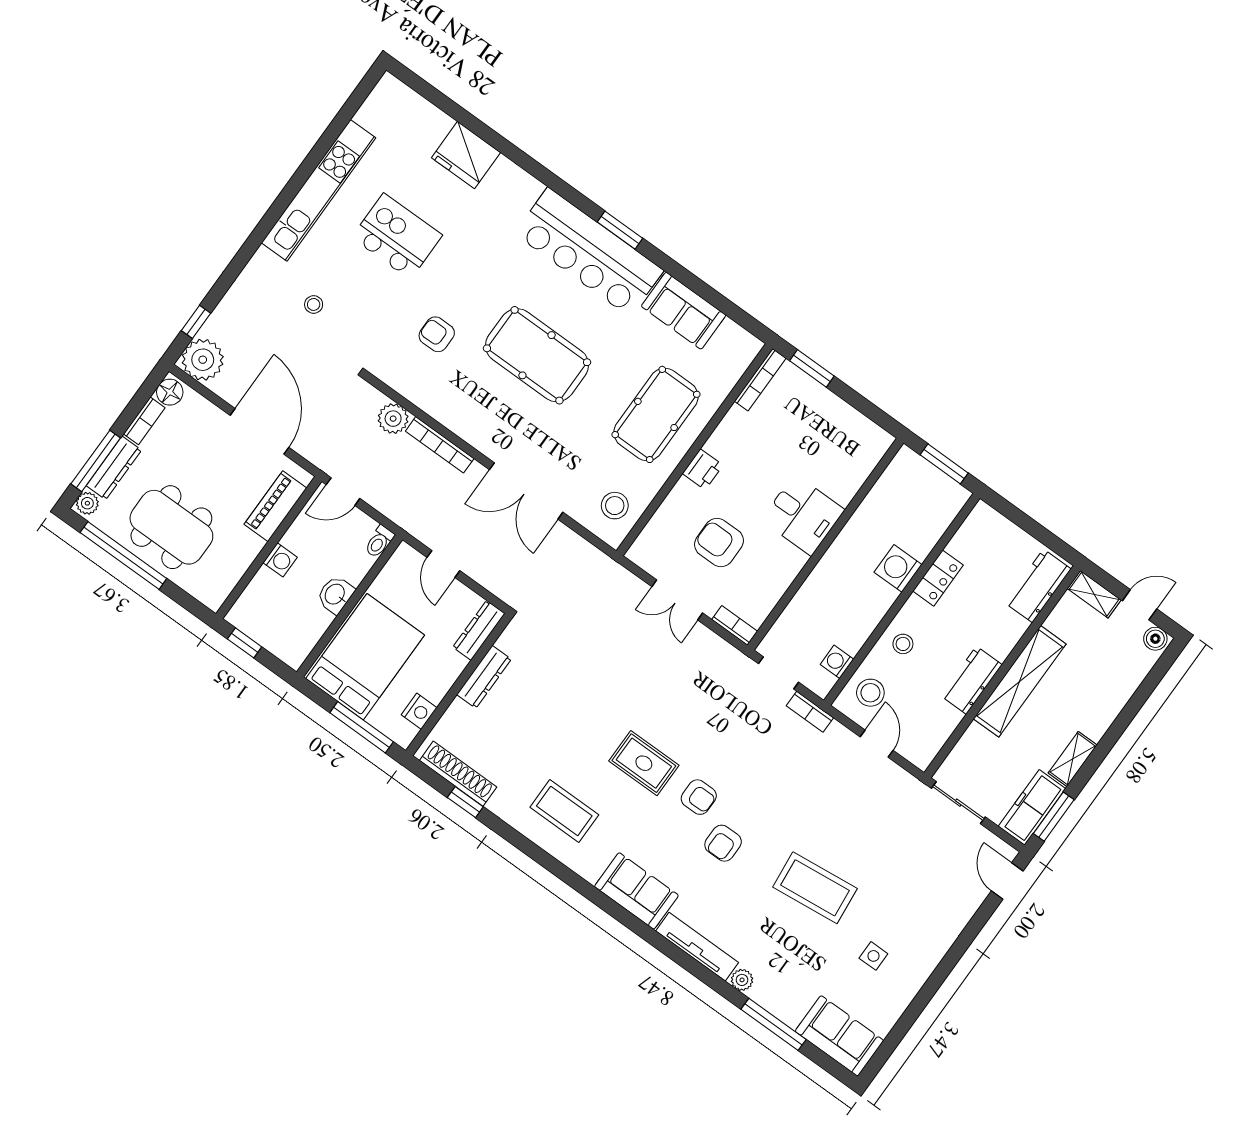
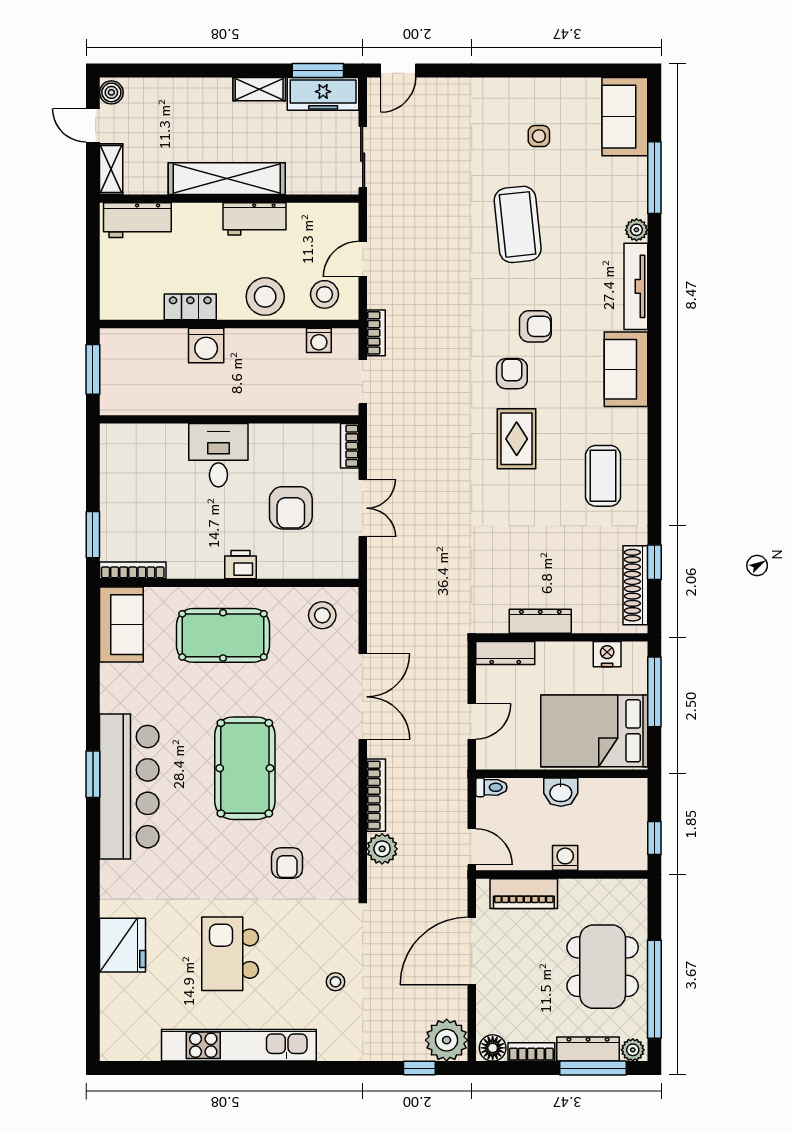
sofa: (684, 311) -> (121, 625), moved
stool: (903, 644) -> (265, 297), width x1.89, depth x1.89

